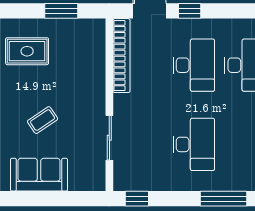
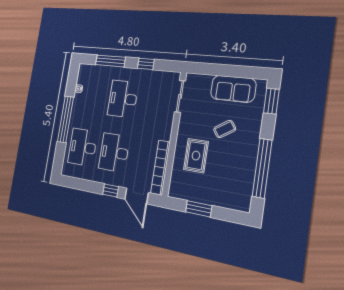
rug: (27, 51) -> (196, 156), moved, turned 90
sliding door: (109, 138) -> (180, 96), moved
window: (137, 199) -> (146, 64), moved

